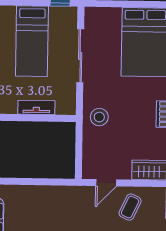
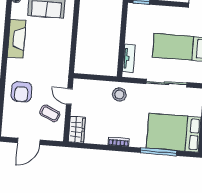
tv unit: (36, 107) -> (129, 58), moved

